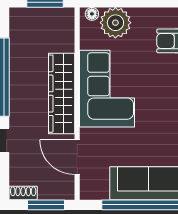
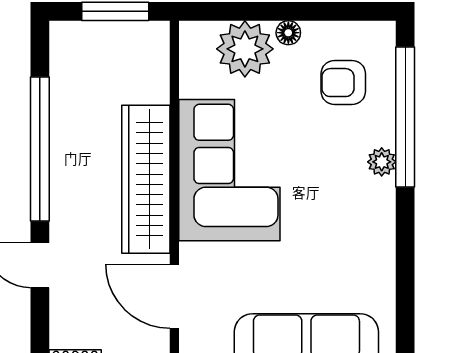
floor lamp: (92, 14) -> (288, 33), moved

